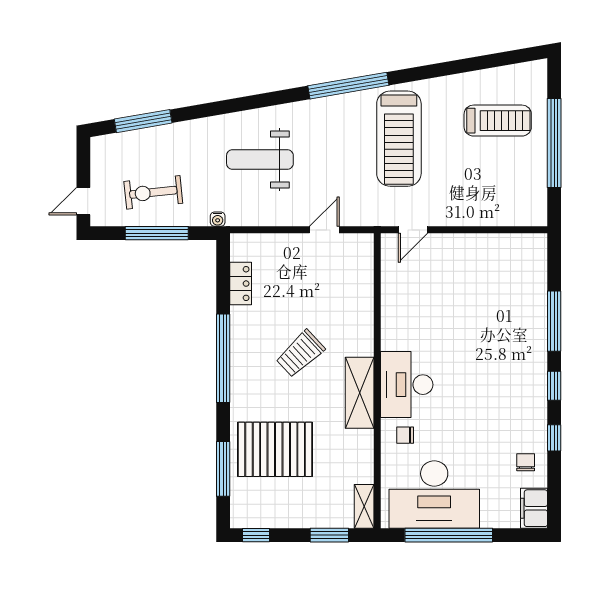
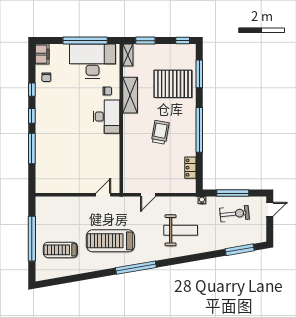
treadmill: (399, 139) -> (110, 241), turned -90
trolley: (300, 354) -> (160, 132), turned -37
shelving: (360, 393) -> (130, 95), moved

